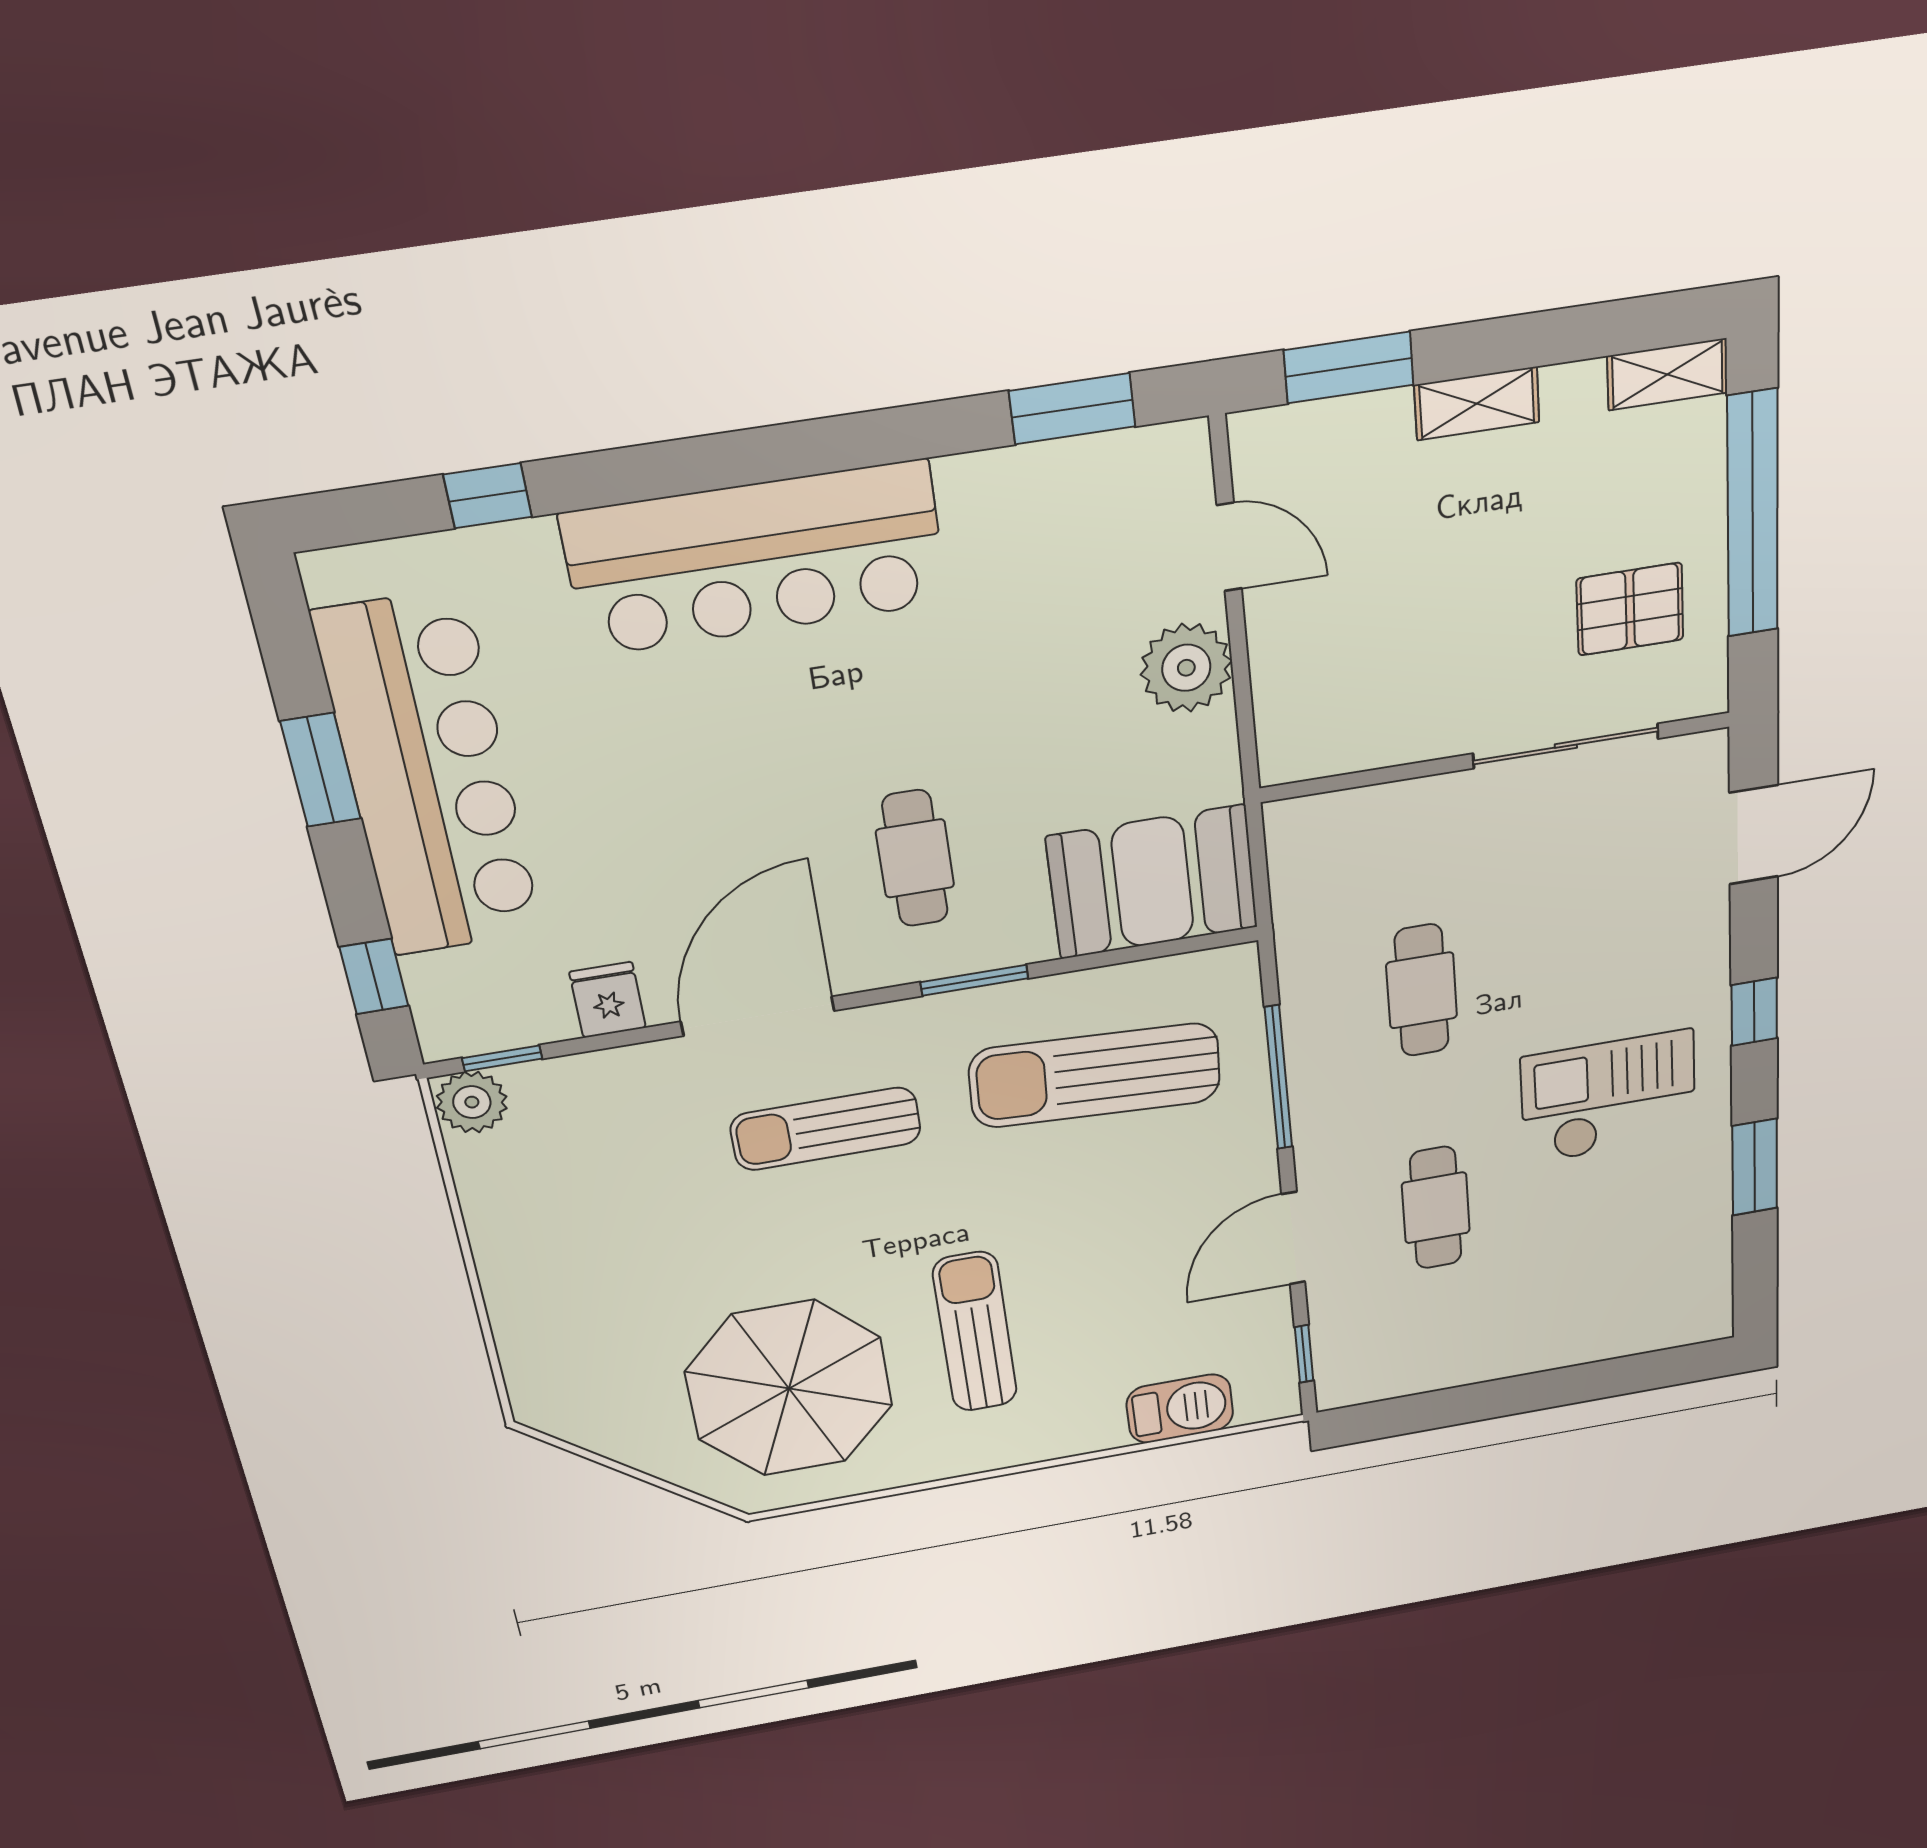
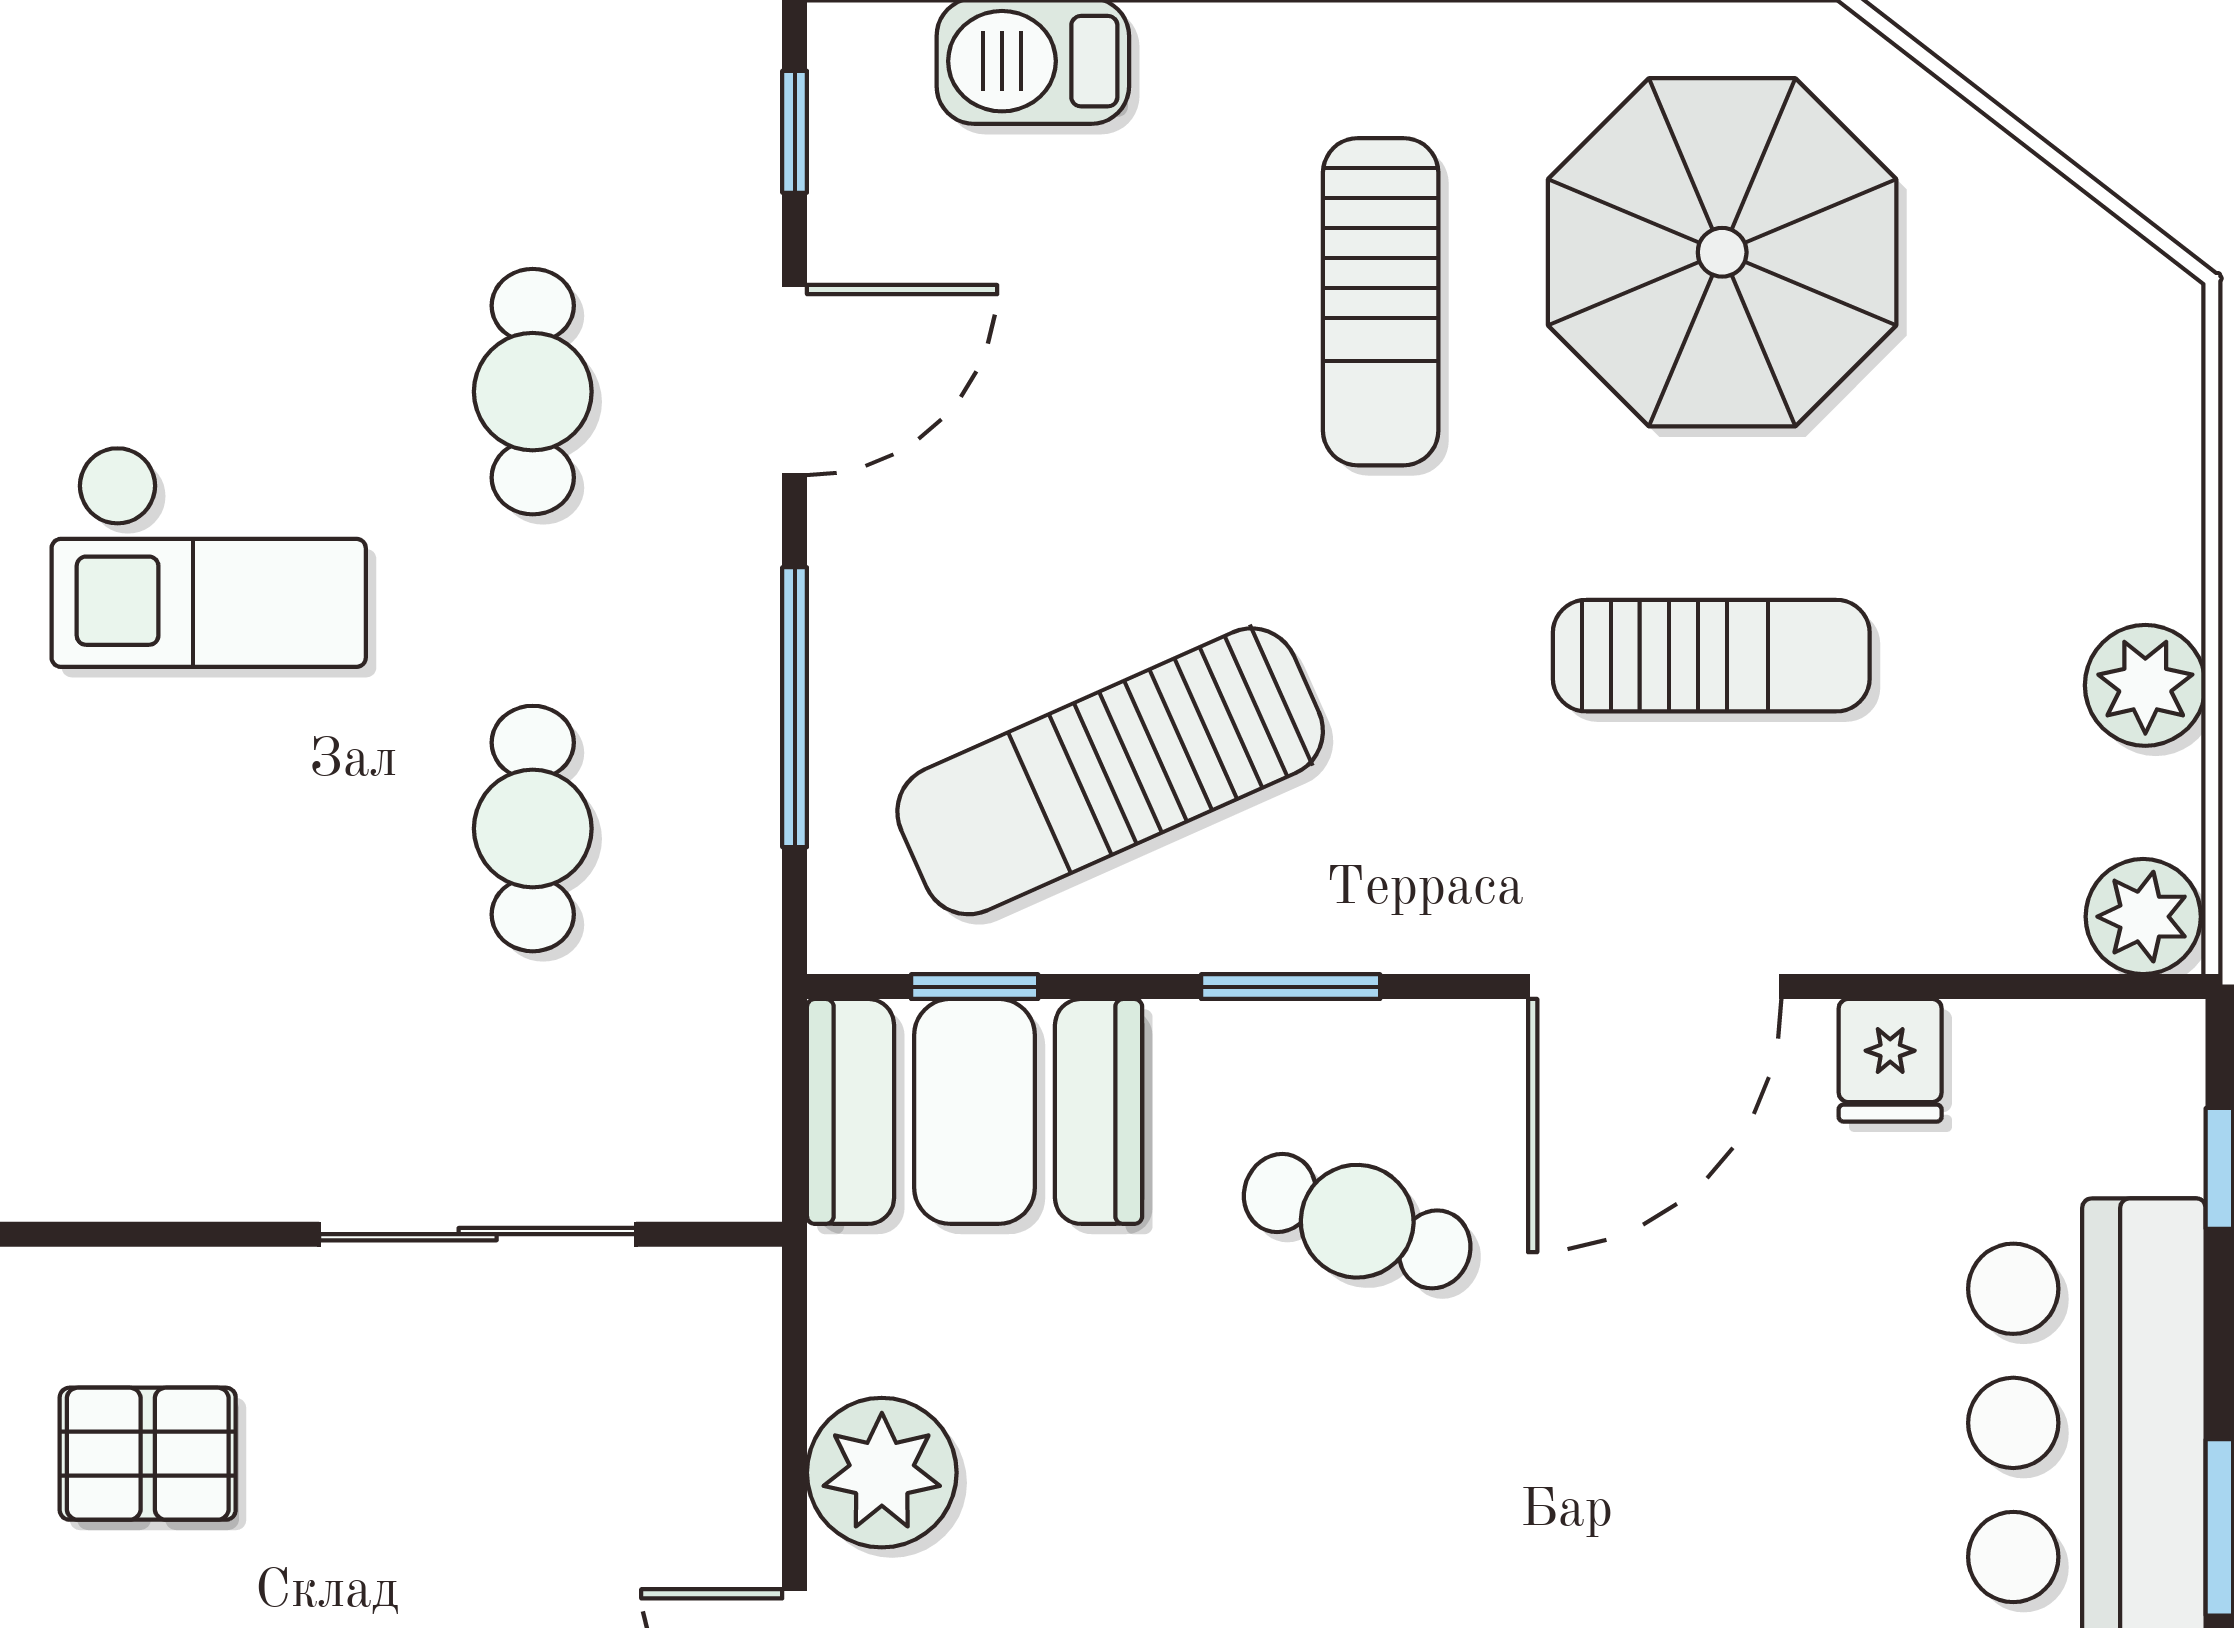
sliding door: (1566, 746) -> (478, 1234), moved
cafe table: (915, 858) -> (1357, 1221), turned -70
window: (502, 1058) -> (975, 987), moved
sun lounger: (1095, 1075) -> (1110, 771), turned 153
sun lounger: (826, 1129) -> (1711, 656), moved
plant: (500, 1221) -> (2145, 685), added

